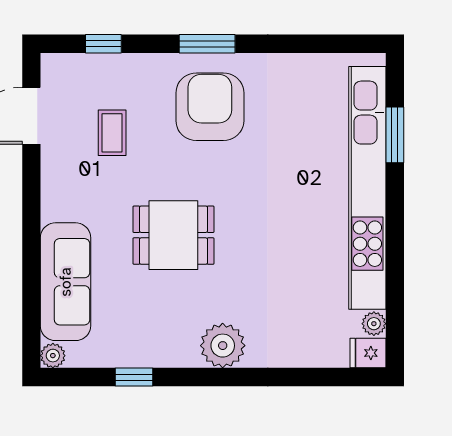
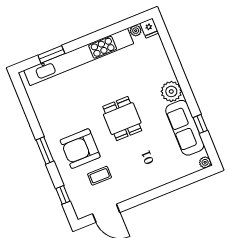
armchair: (210, 107) -> (80, 149), moved
dining table: (173, 235) -> (122, 119), moved
sofa: (66, 282) -> (185, 128), moved, turned -90

